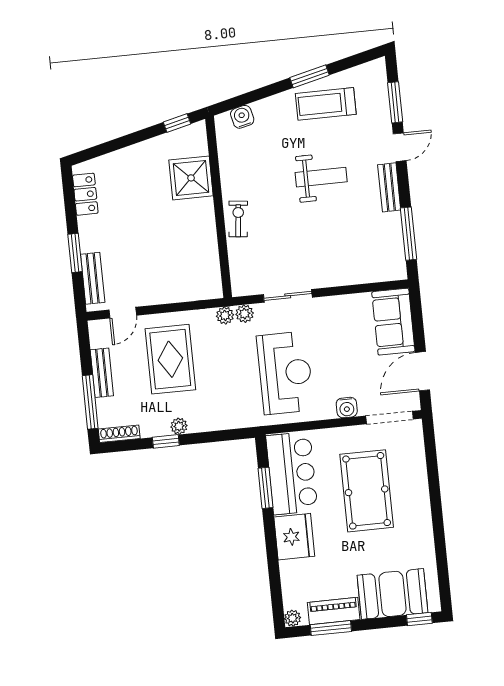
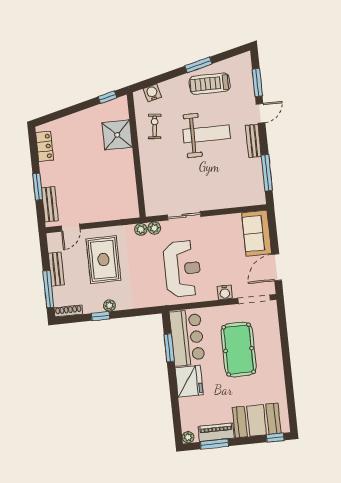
weight bench: (321, 177) -> (207, 134), width x1.36, depth x1.33
exercise bike: (238, 219) -> (155, 126), moved

